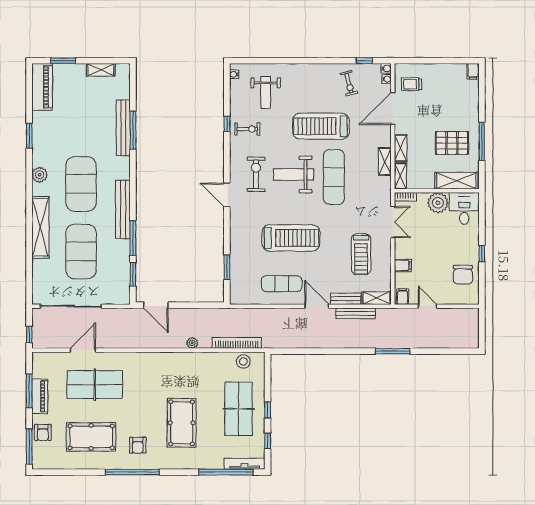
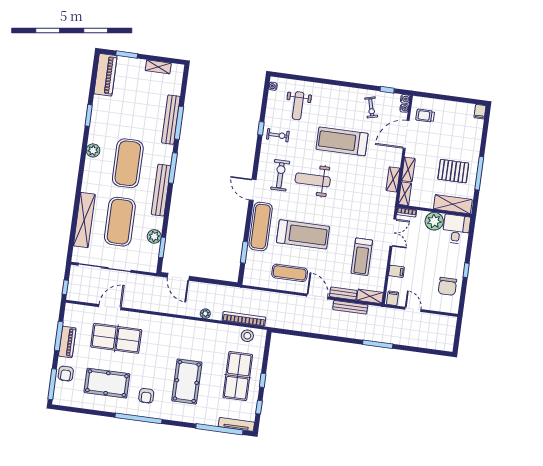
exercise mat: (334, 177) -> (261, 226), moved
shelving: (40, 227) -> (84, 220), moved
window: (133, 238) -> (173, 168), moved
plant: (122, 263) -> (154, 236), added

